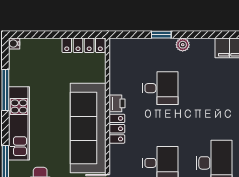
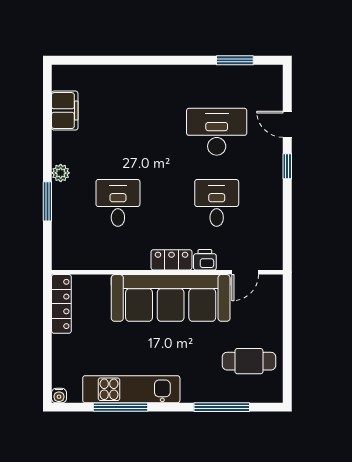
window: (161, 35) -> (47, 201), width x1.50
printer: (117, 103) -> (205, 260), moved
kitchen unit: (19, 123) -> (131, 389), moved

